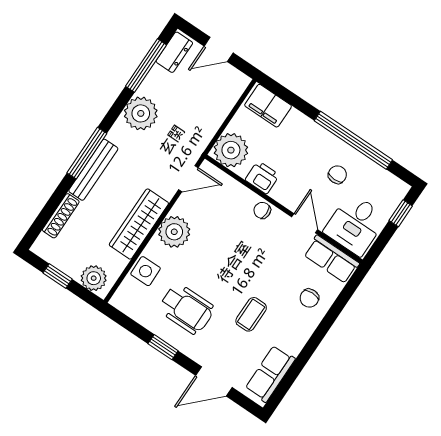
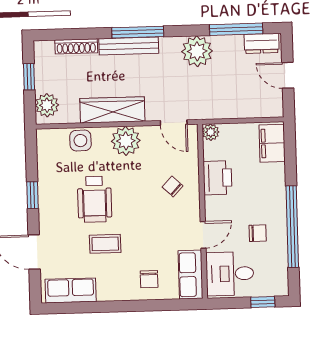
plant: (231, 150) -> (211, 132), width x0.53, depth x0.53
printer: (262, 177) -> (217, 178), width x1.36, depth x1.24
chair: (262, 210) -> (173, 186), moved, turned -47
chair: (309, 298) -> (149, 279), turned -90
wheelchair: (186, 309) -> (95, 199), moved

